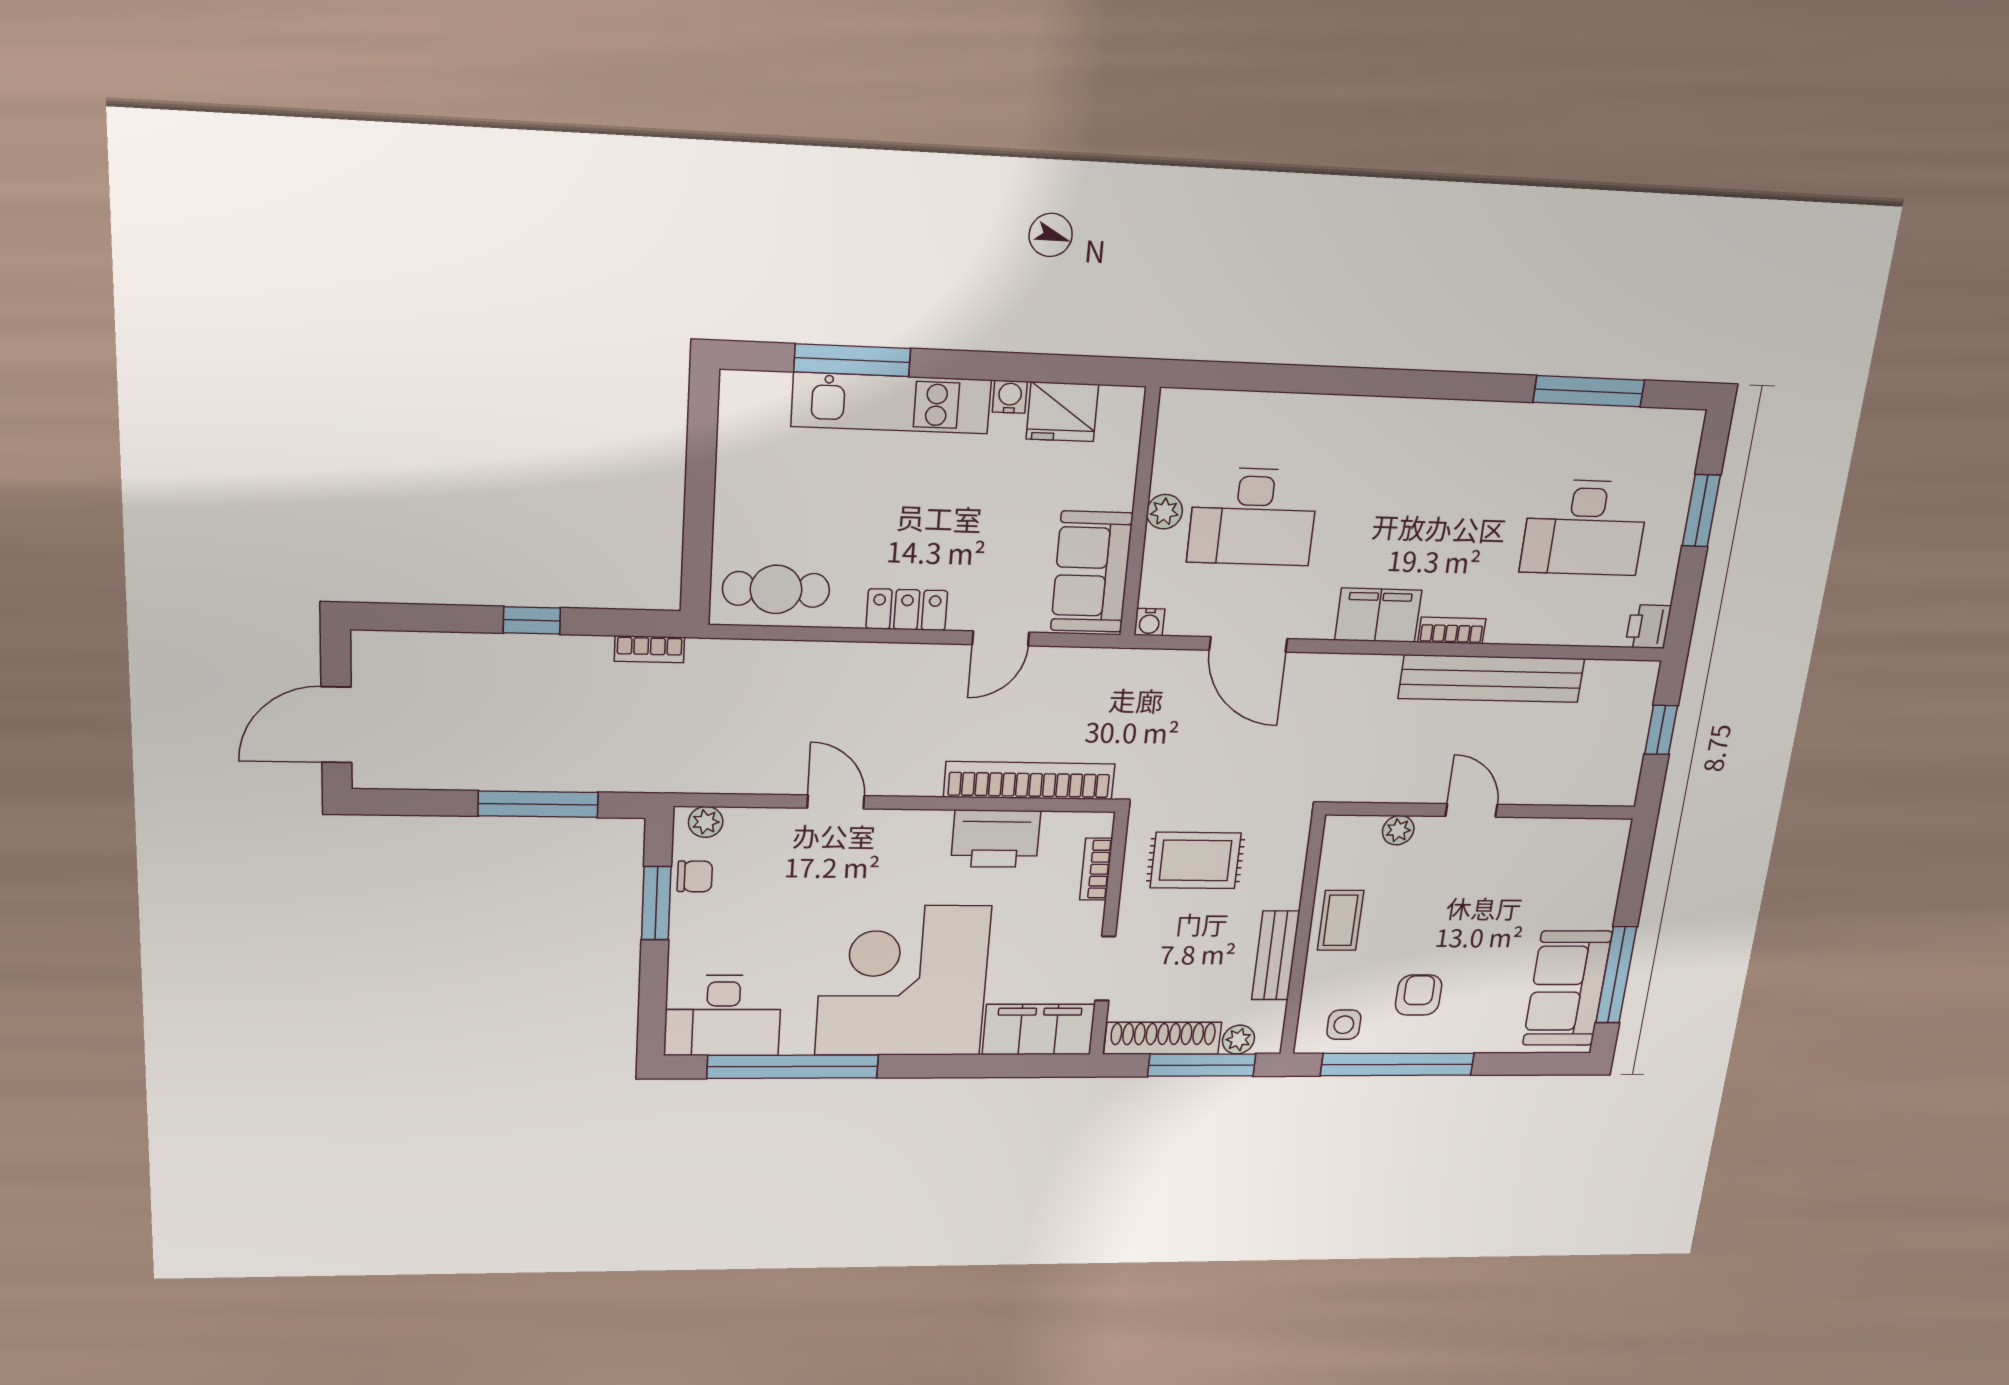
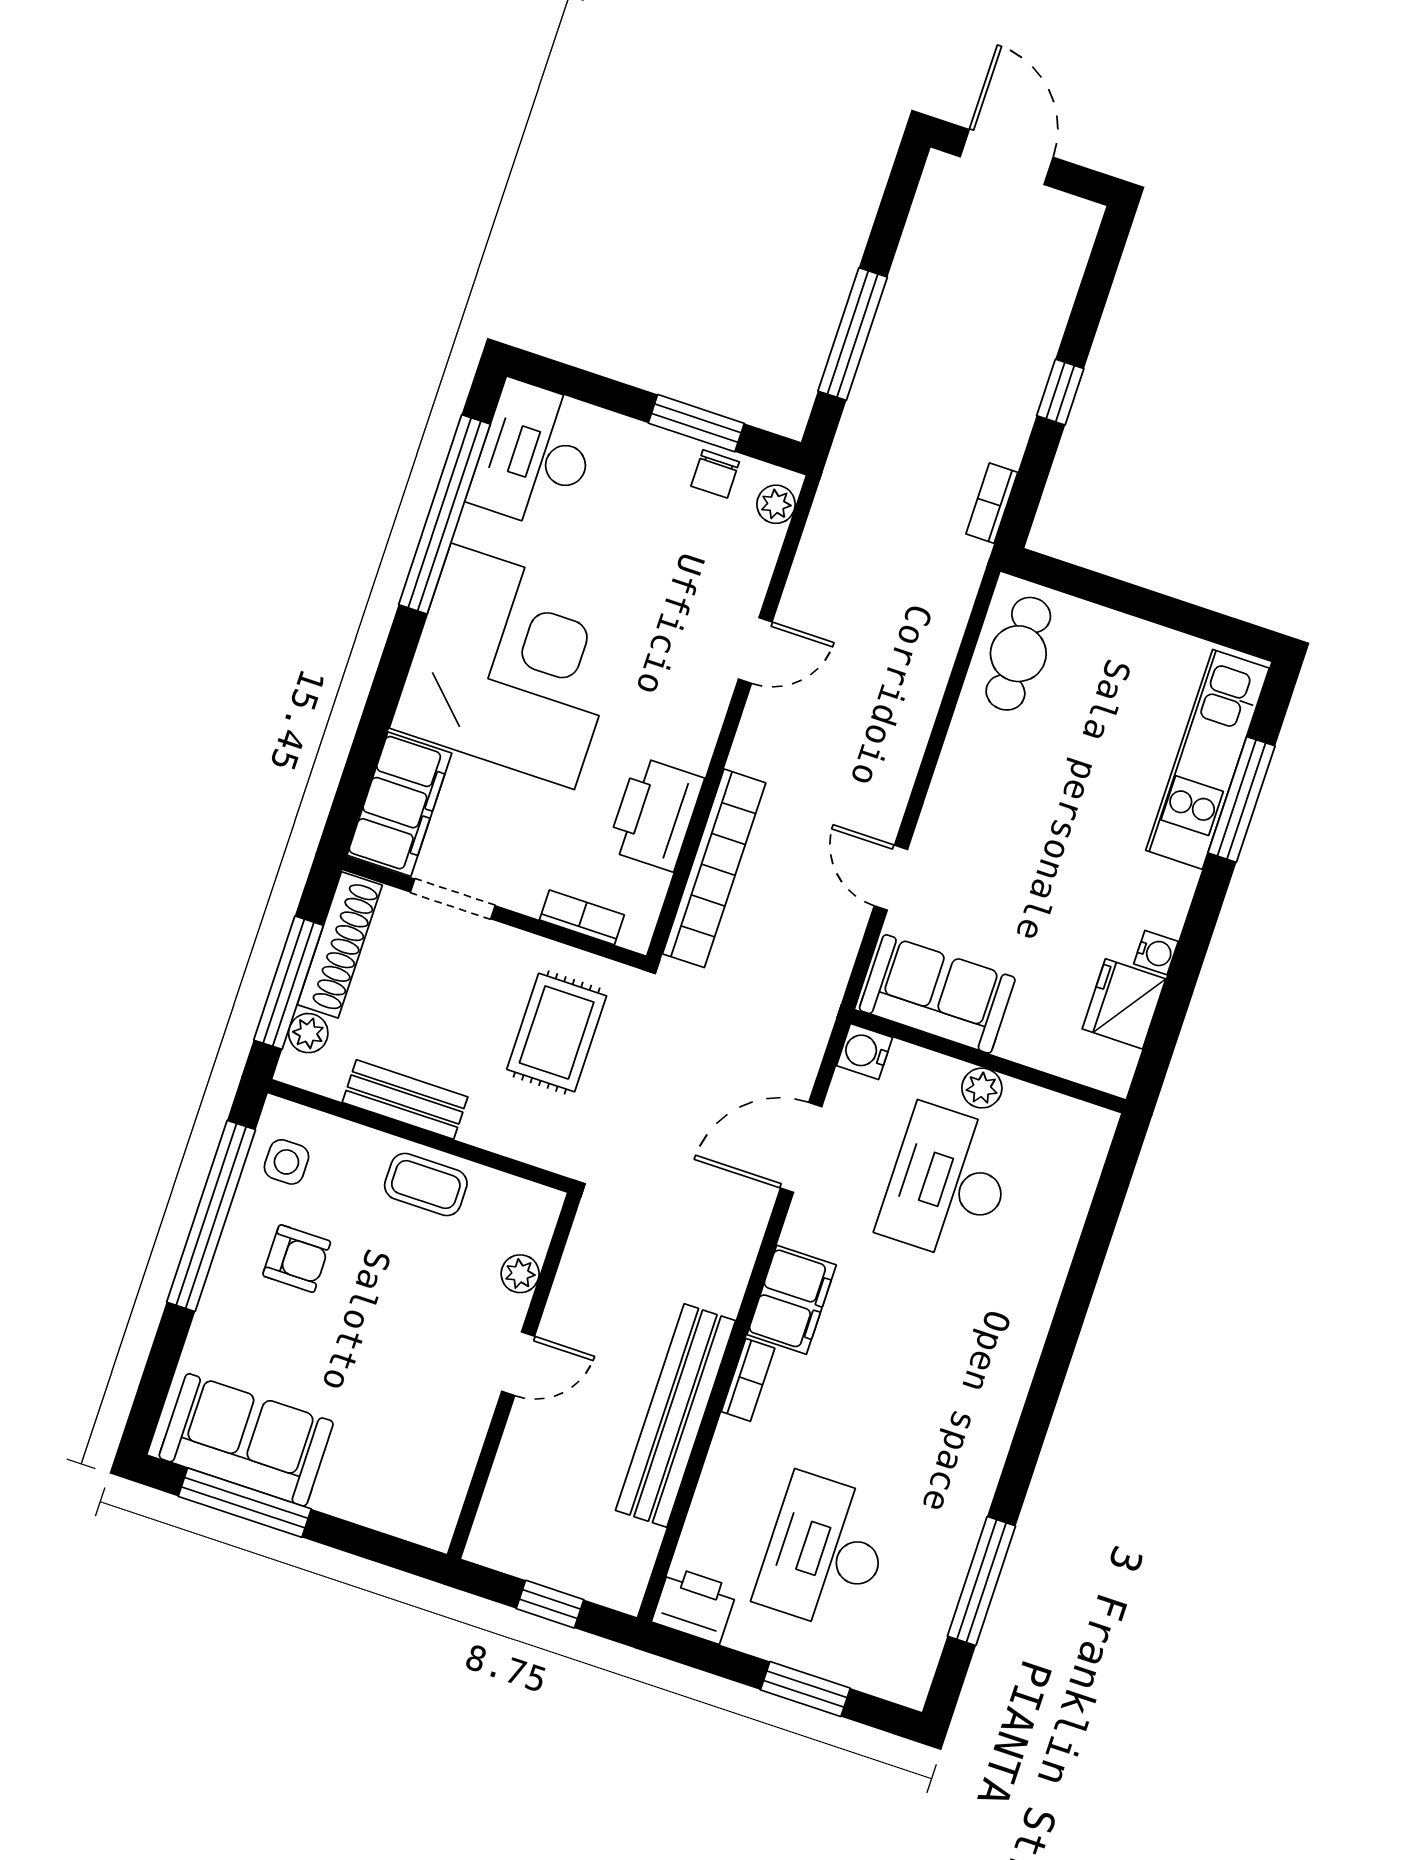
kitchen unit: (891, 403) -> (1207, 759), moved
locker: (907, 610) -> (954, 785), removed
water cooler: (1149, 622) -> (864, 1051), width x1.38, depth x1.38
printer: (1648, 627) -> (695, 1605), width x1.36, depth x1.24

